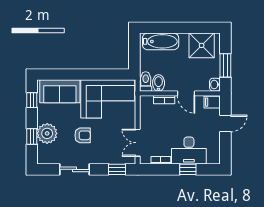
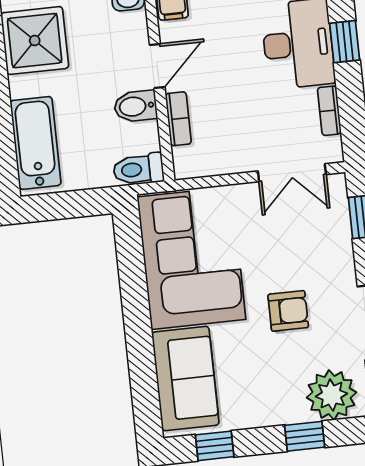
bidet: (159, 83) -> (136, 106), moved
plant: (47, 133) -> (331, 395), moved
armchair: (83, 135) -> (288, 311), turned 90

